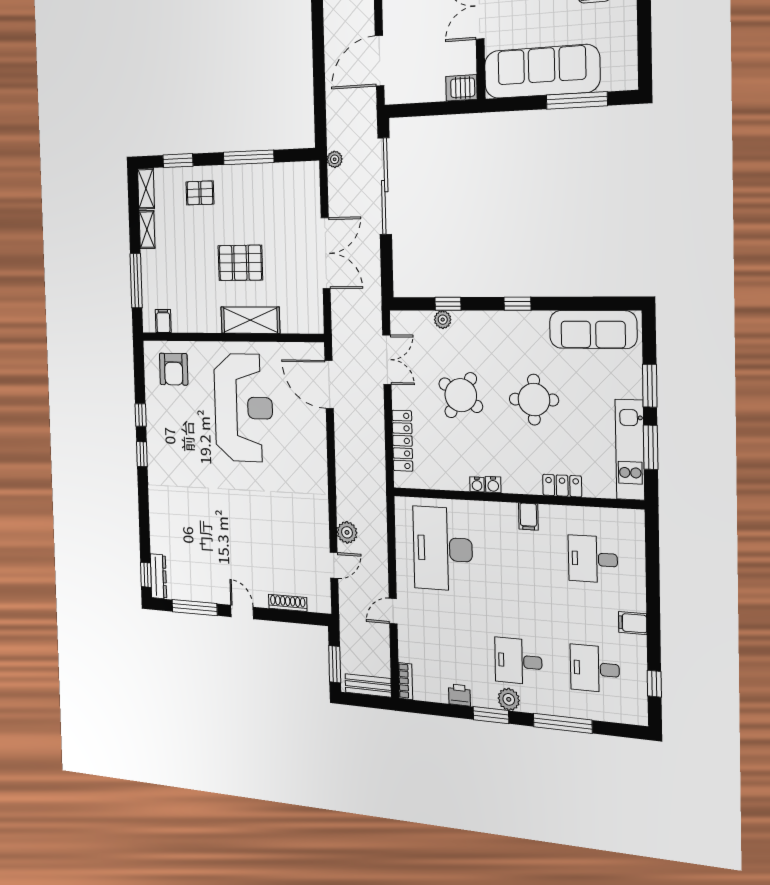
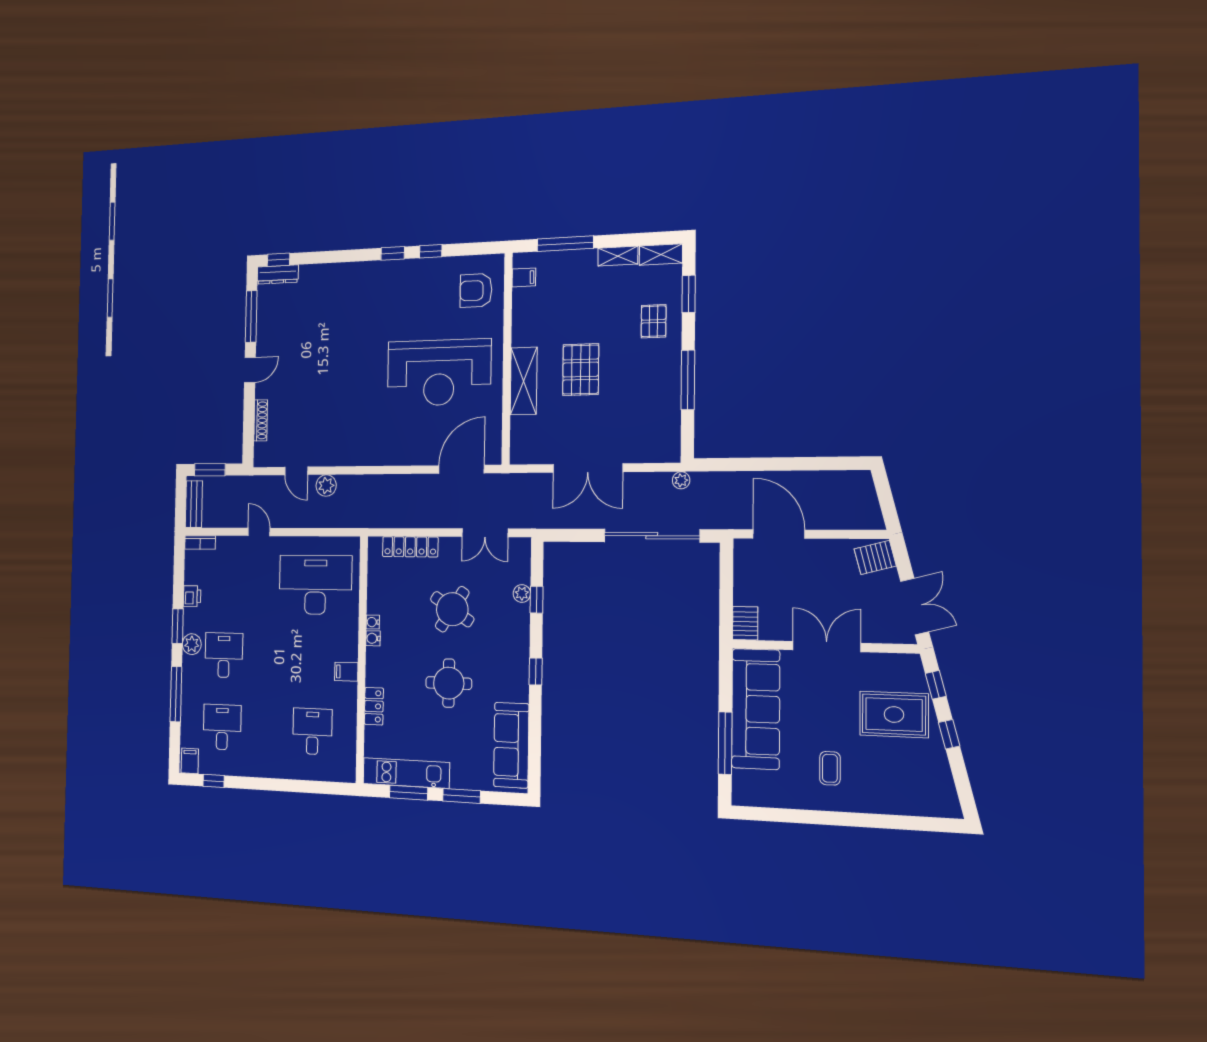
filing cabinet: (633, 623) -> (190, 761), moved

